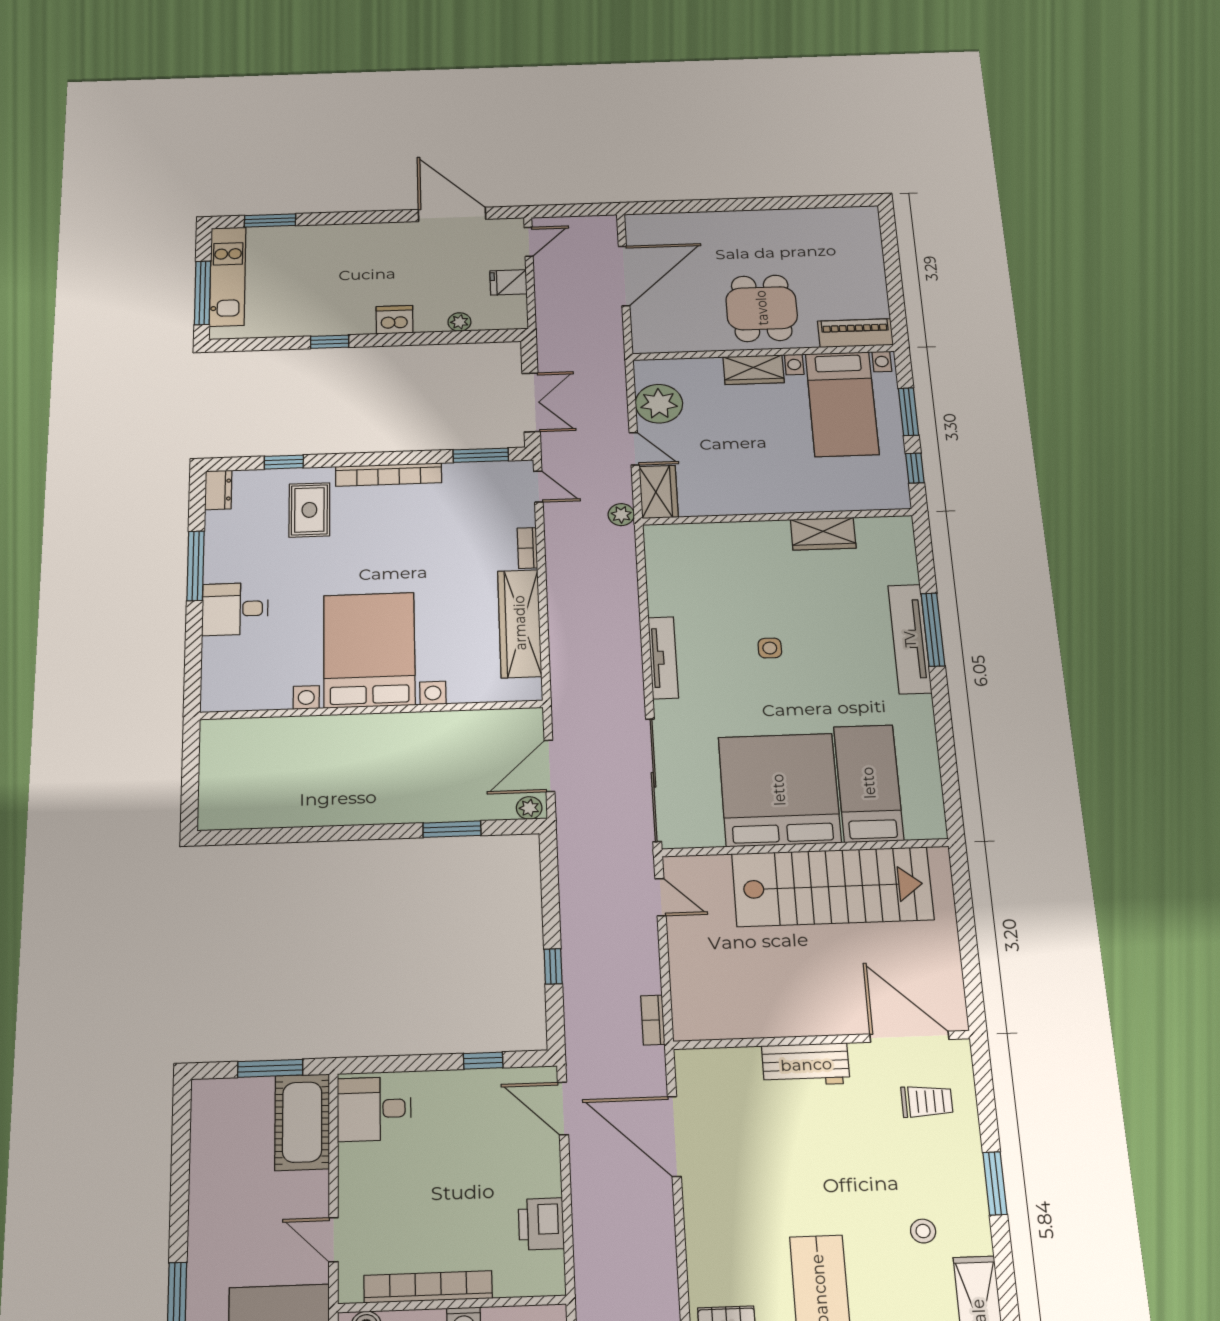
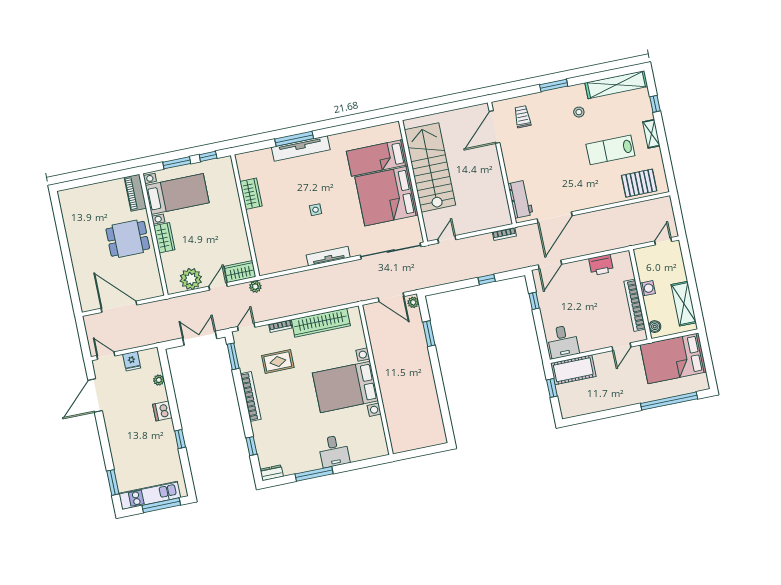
rug: (309, 510) -> (278, 361), moved
workbench: (806, 1065) -> (520, 199), moved
window: (270, 1068) -> (552, 388), width x0.67

